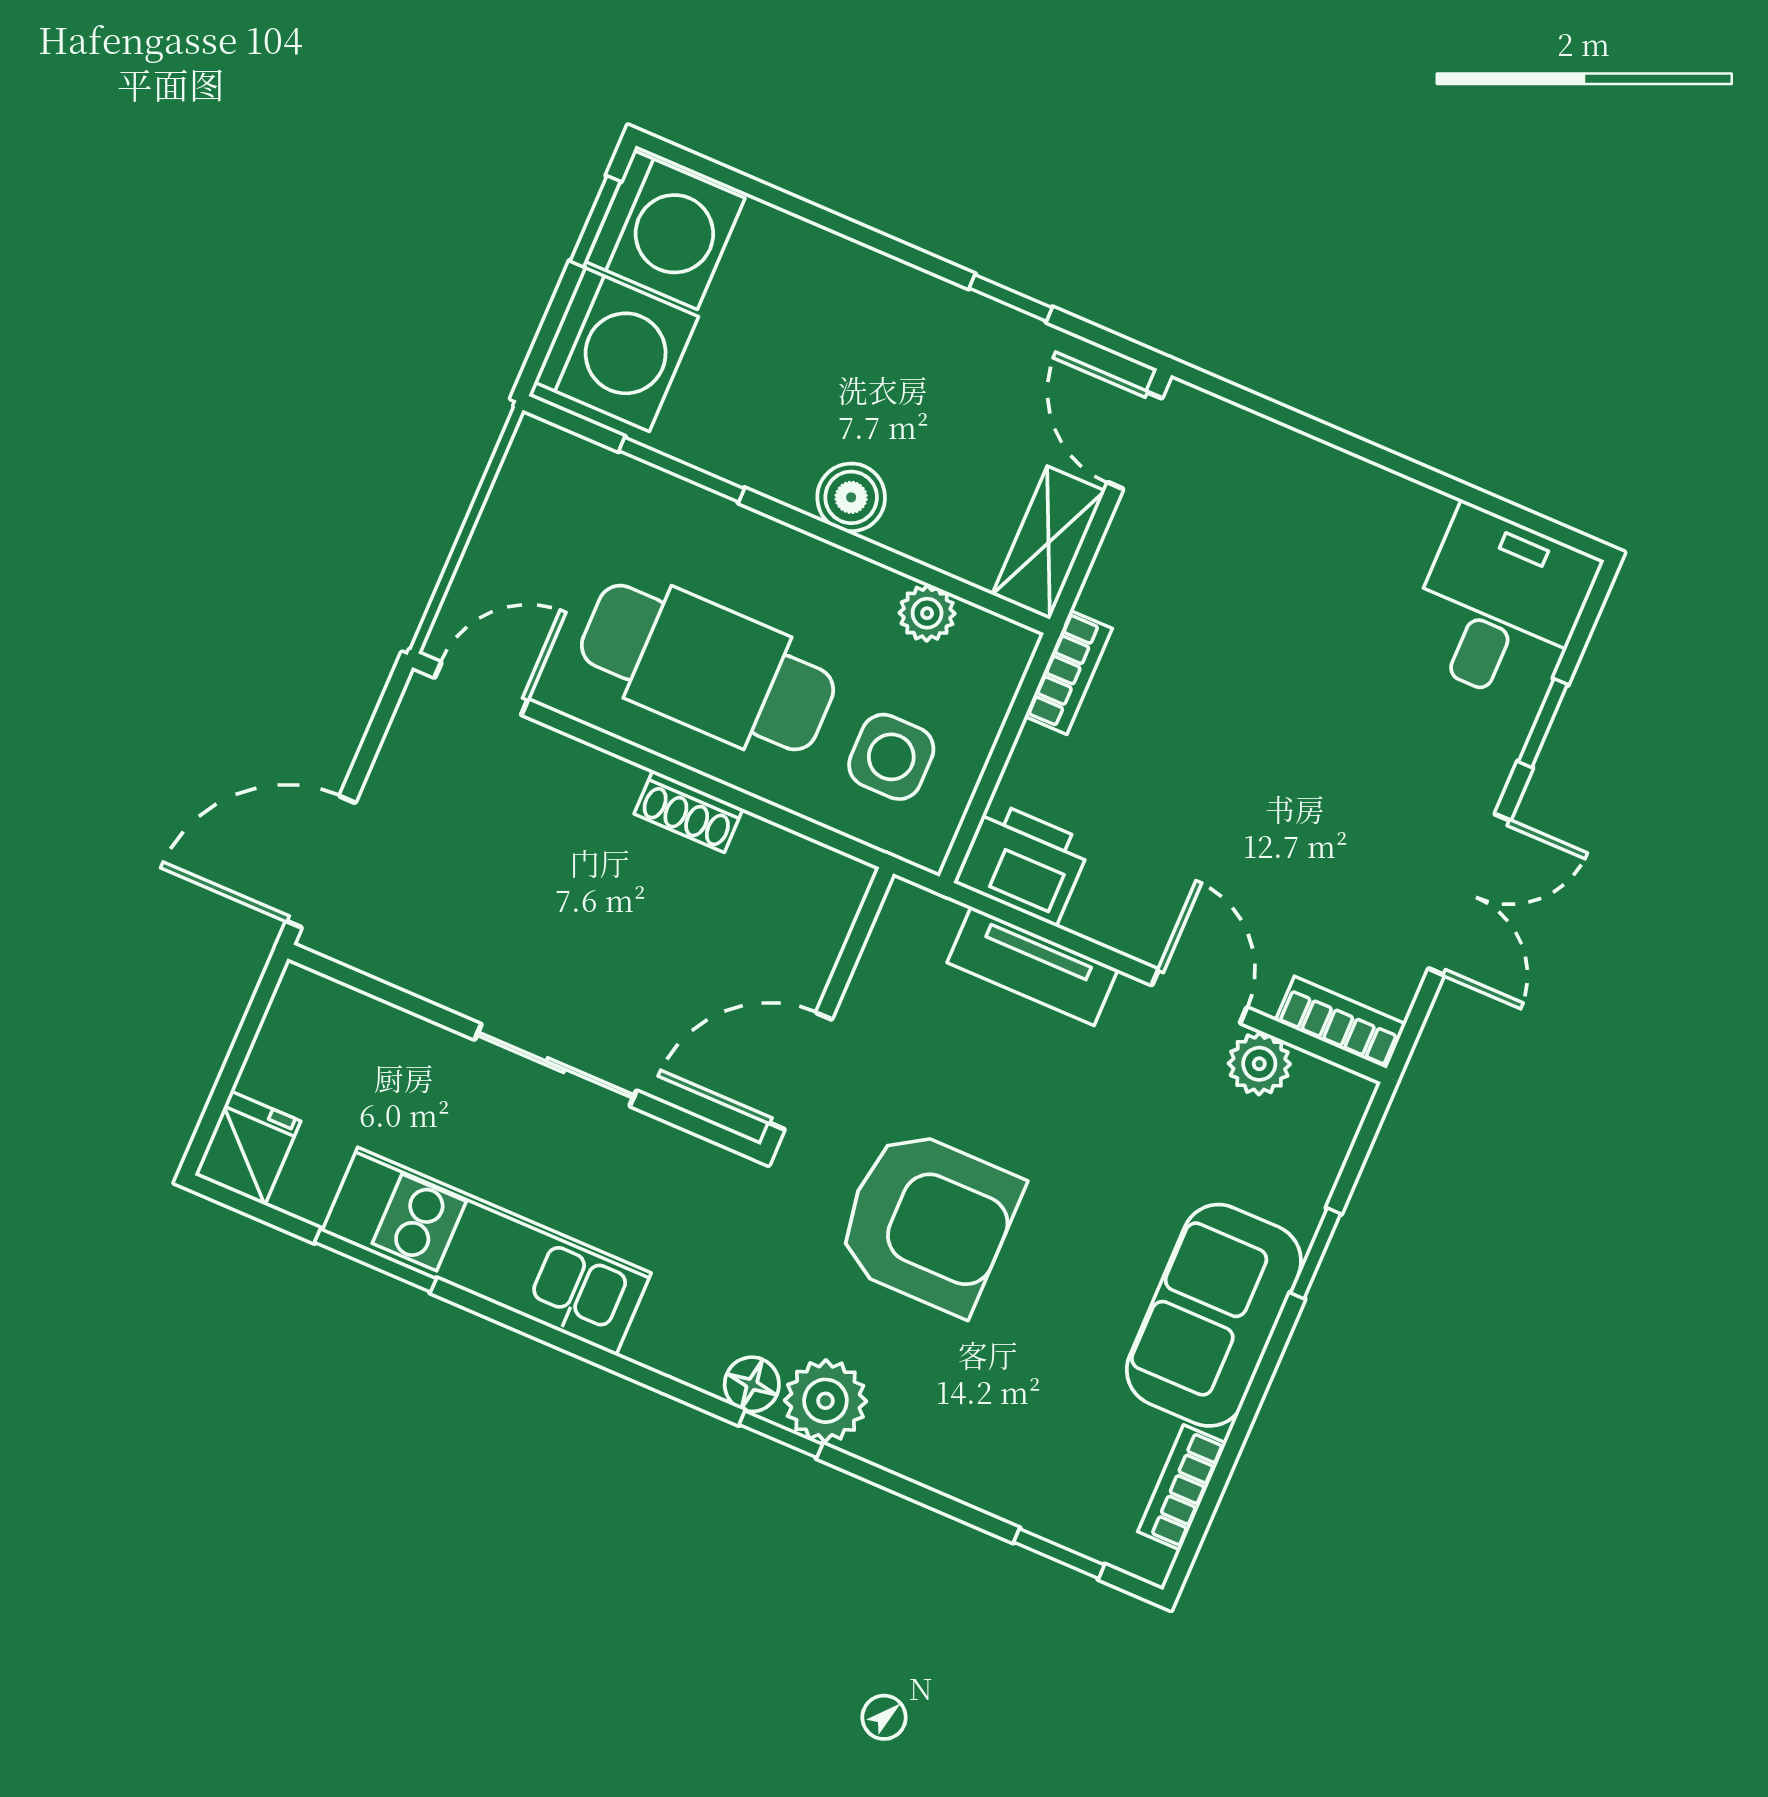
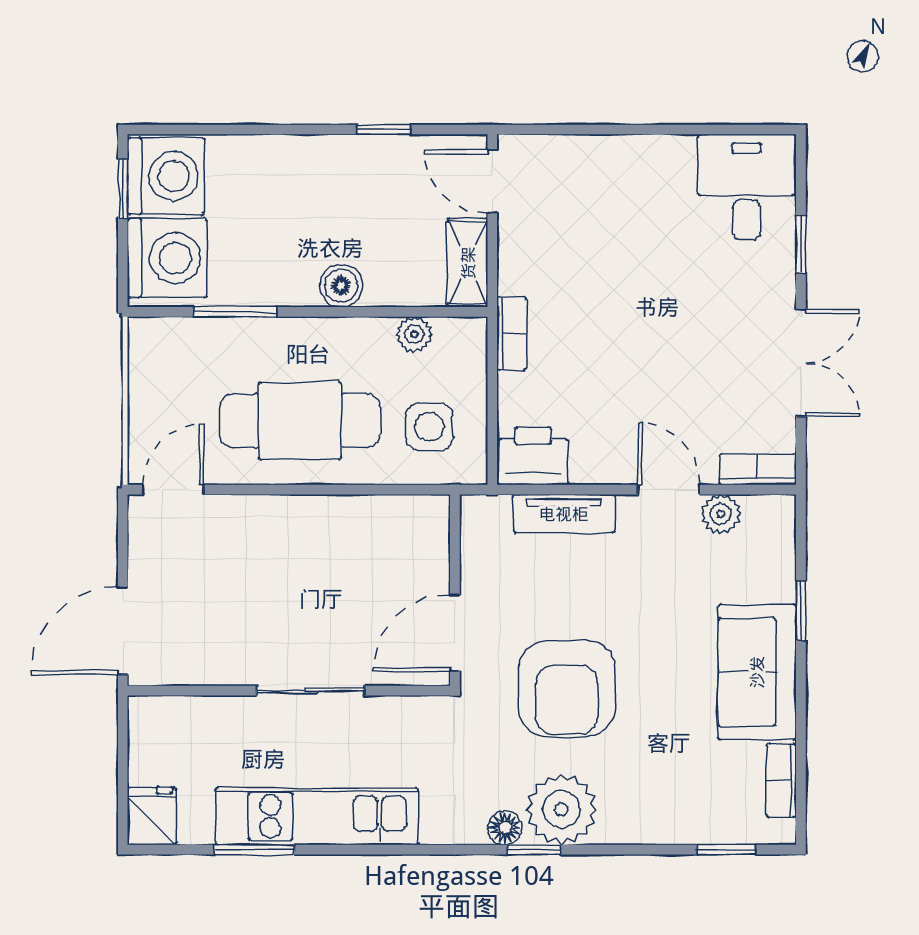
shoe rack: (689, 811) -> (325, 509), removed
armchair: (928, 1221) -> (567, 688), turned 90
plant: (825, 1401) -> (561, 809), width x1.36, depth x1.36

